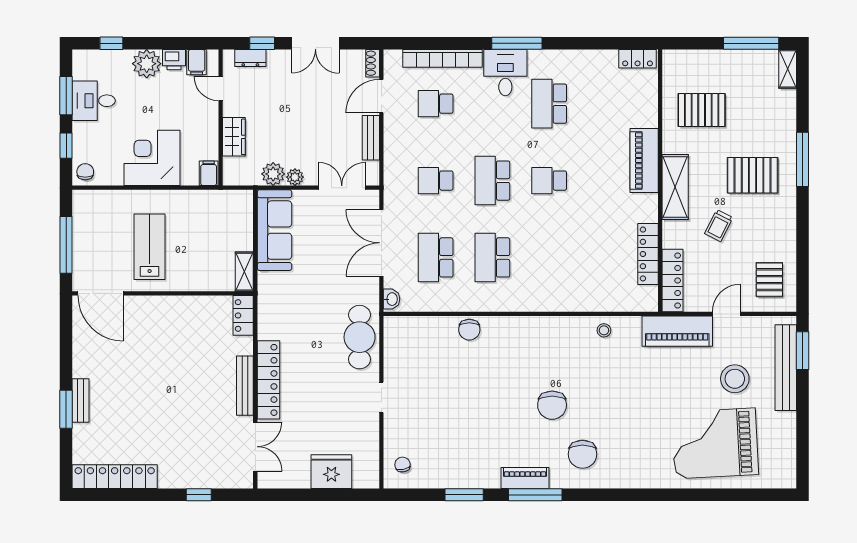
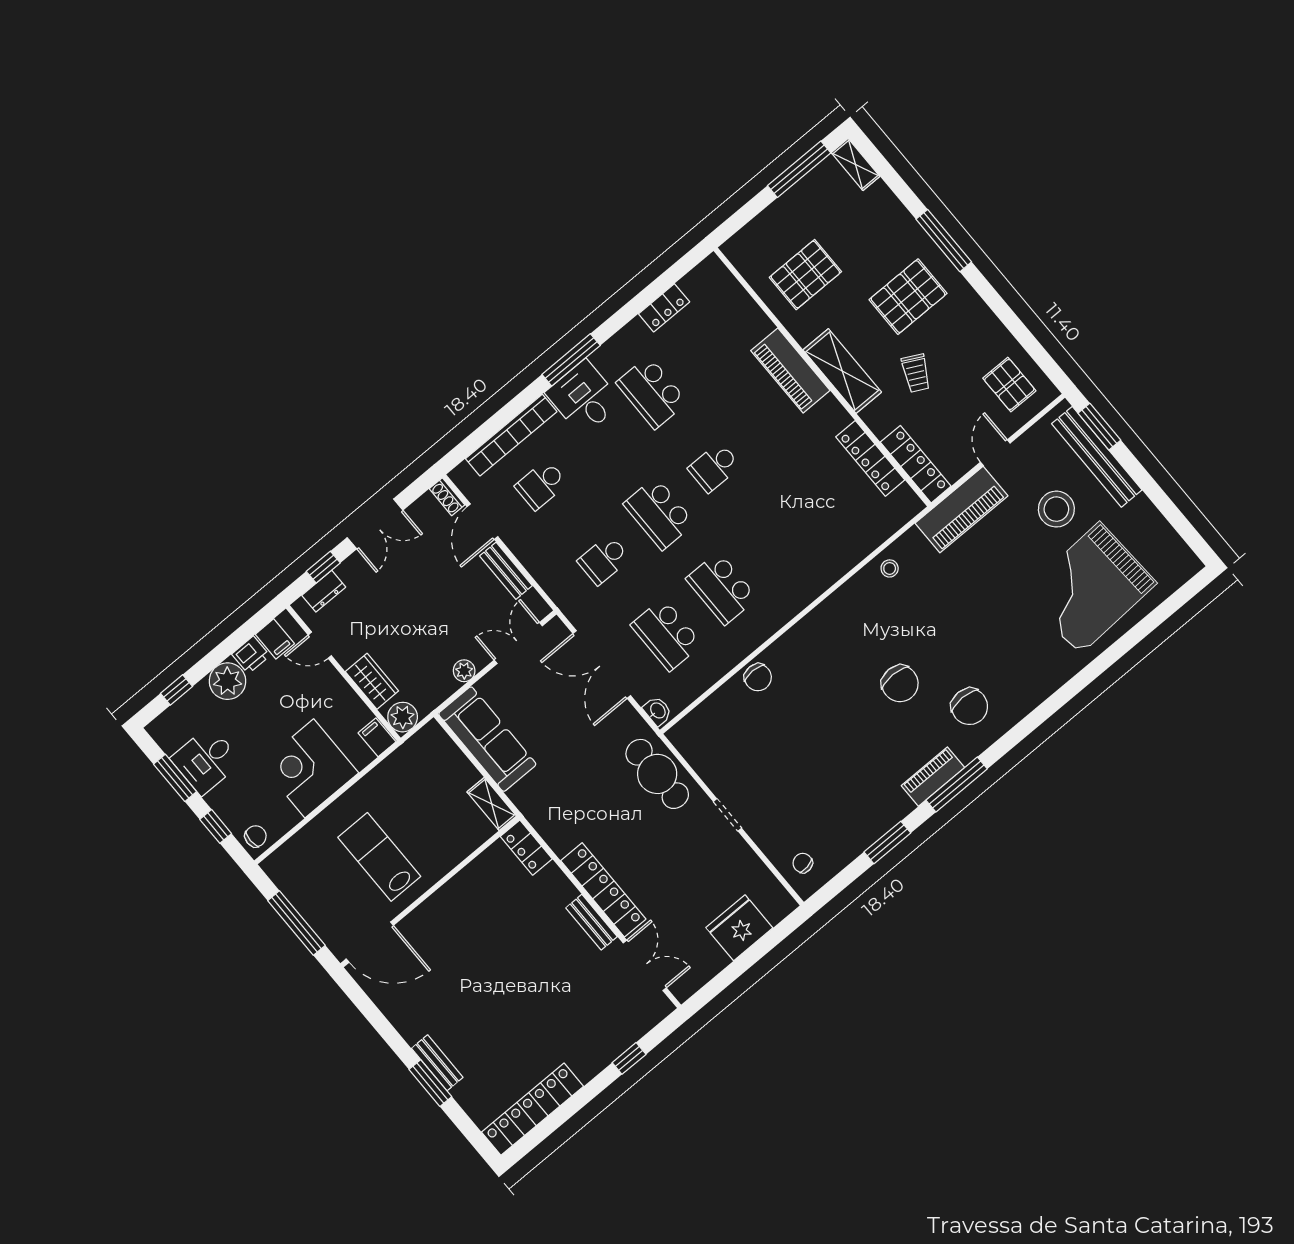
locker: (638, 59) -> (664, 308), moved
chair: (85, 172) -> (256, 836), turned 90
plant: (273, 174) -> (403, 717), moved
bench: (245, 386) -> (592, 922), width x0.73

